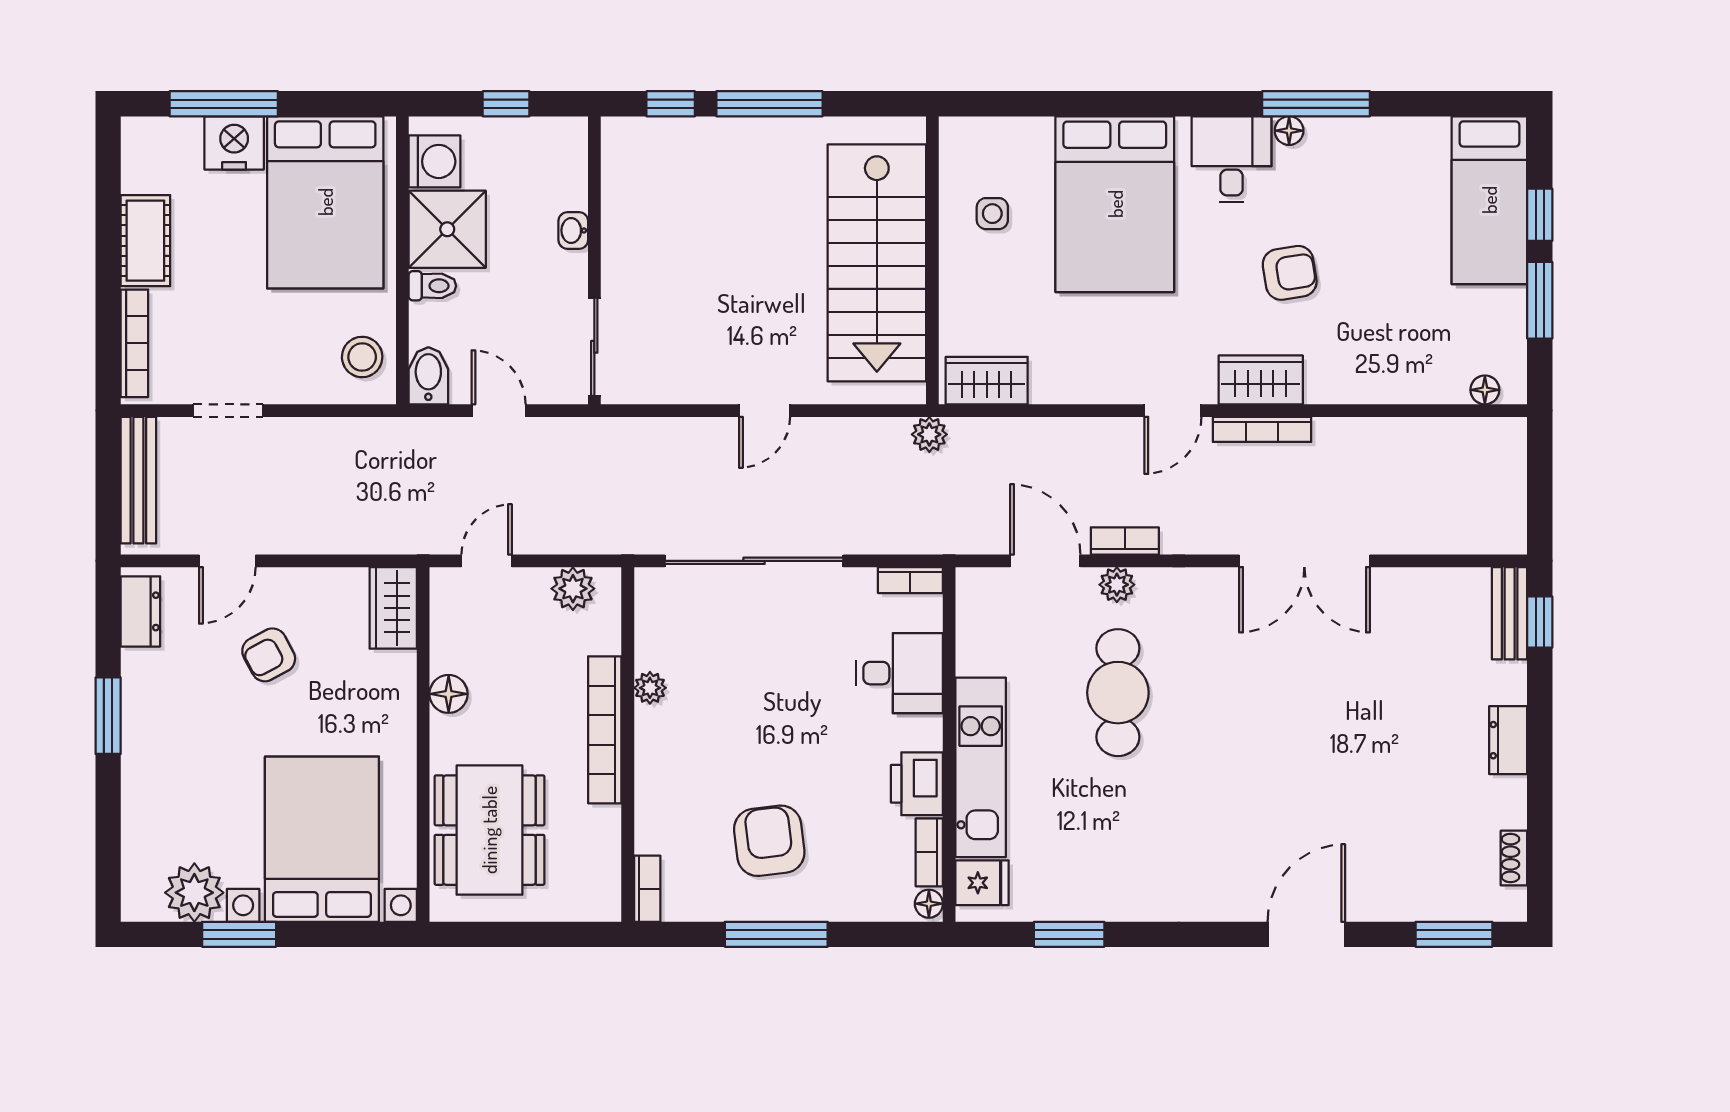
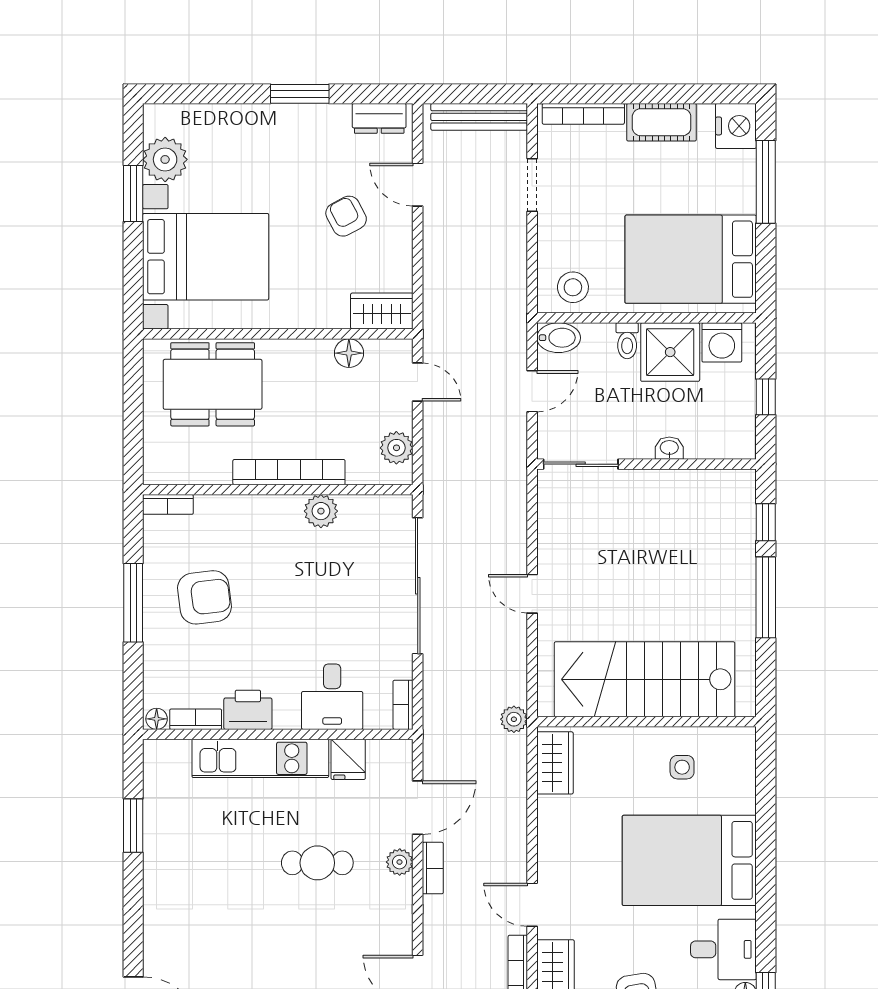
nightstand: (234, 143) -> (736, 126), moved
plant: (650, 688) -> (321, 511), width x1.38, depth x1.38
cafe table: (1118, 693) -> (317, 863), width x0.73, depth x0.74
floor lamp: (449, 694) -> (349, 353), moved
fridge: (982, 883) -> (348, 759), moved

